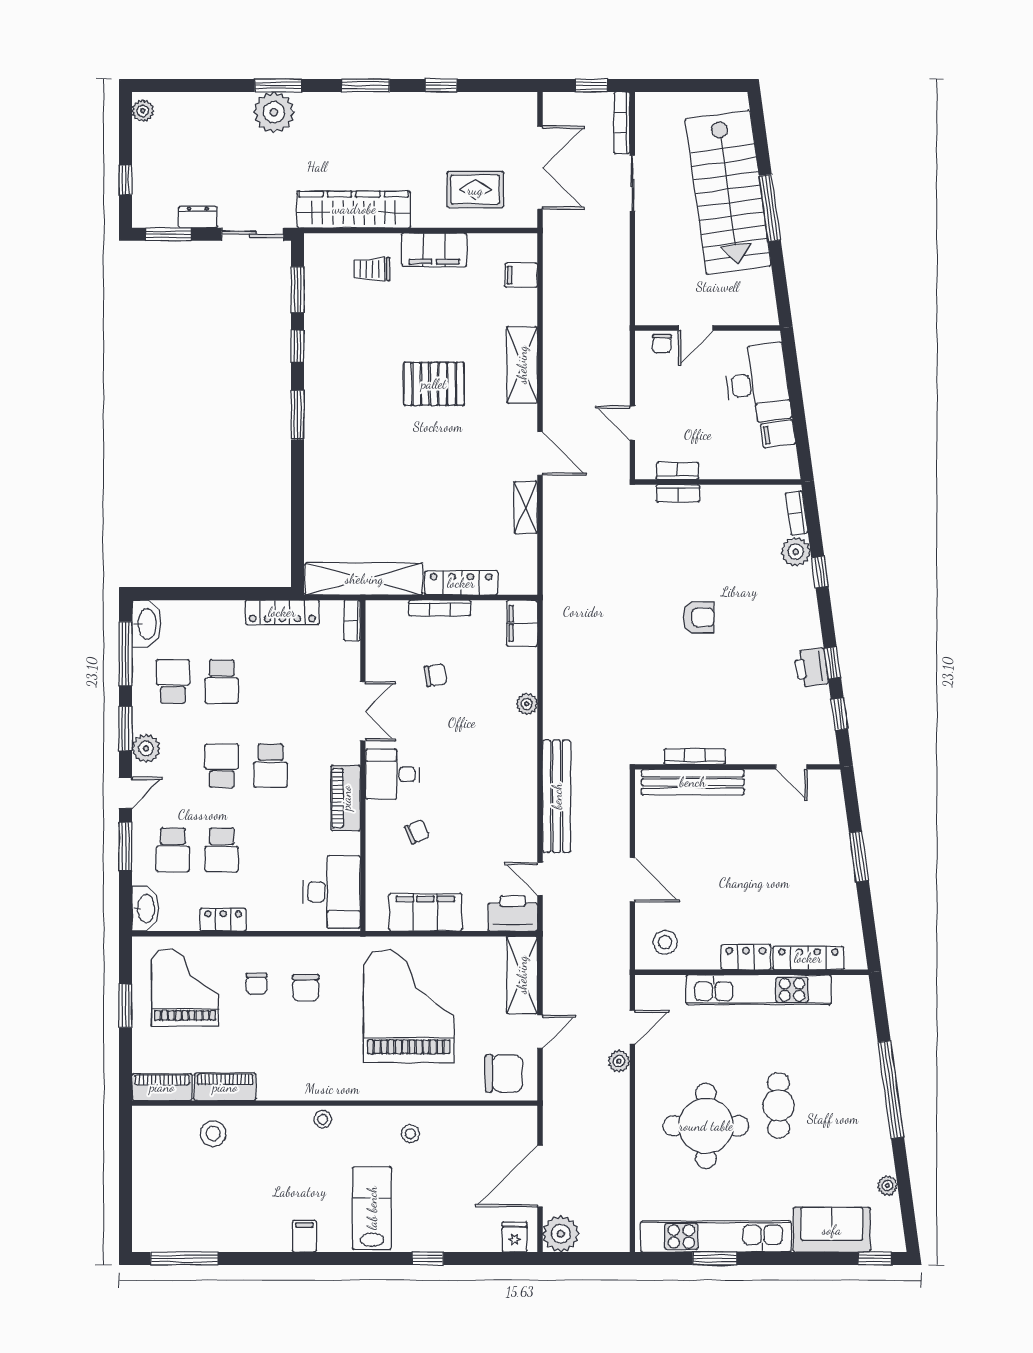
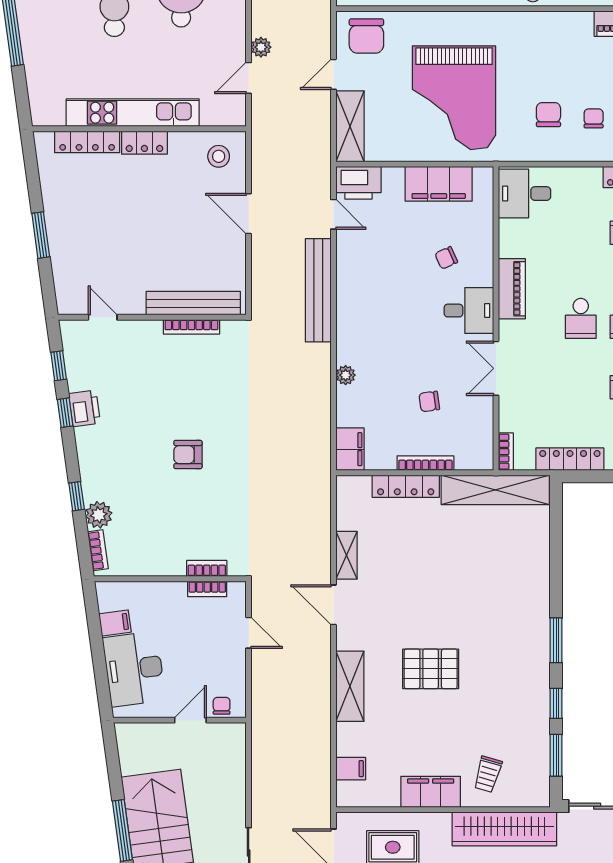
trolley: (372, 269) -> (488, 774), turned 106
school desk: (271, 766) -> (581, 318), turned 180
desk: (332, 892) -> (525, 194), width x0.73
chair: (504, 1073) -> (366, 36), turned -90

